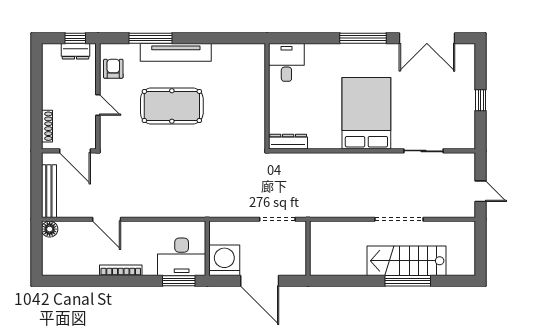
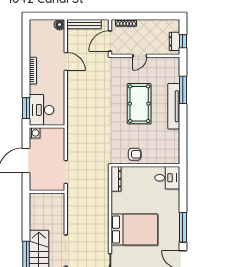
armchair: (113, 69) -> (135, 154), moved
door: (107, 219) -> (66, 61), swing flipped
washing machine: (224, 260) -> (35, 133), width x0.53, depth x0.53

